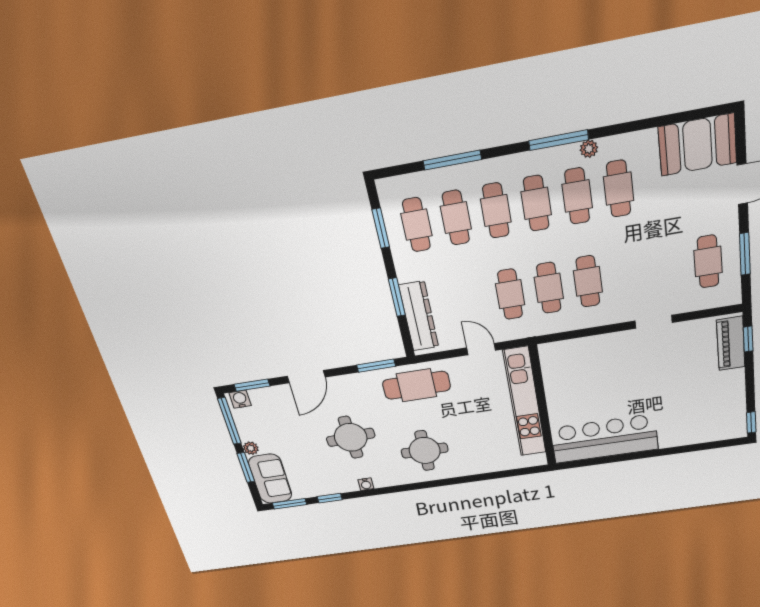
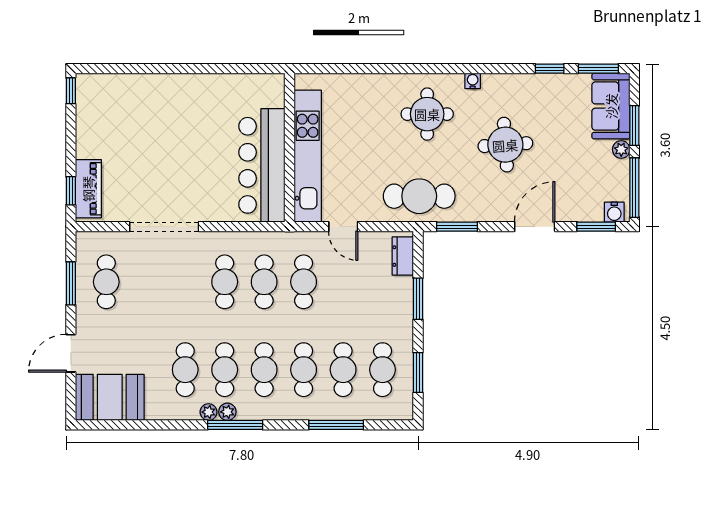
plant: (569, 153) -> (227, 412), added
dresser: (419, 316) -> (403, 256), width x0.51, depth x0.80
doorway: (654, 322) -> (164, 227), width x1.87
bar counter: (604, 439) -> (262, 165), moved, turned 90
water cooler: (366, 484) -> (473, 81), moved

